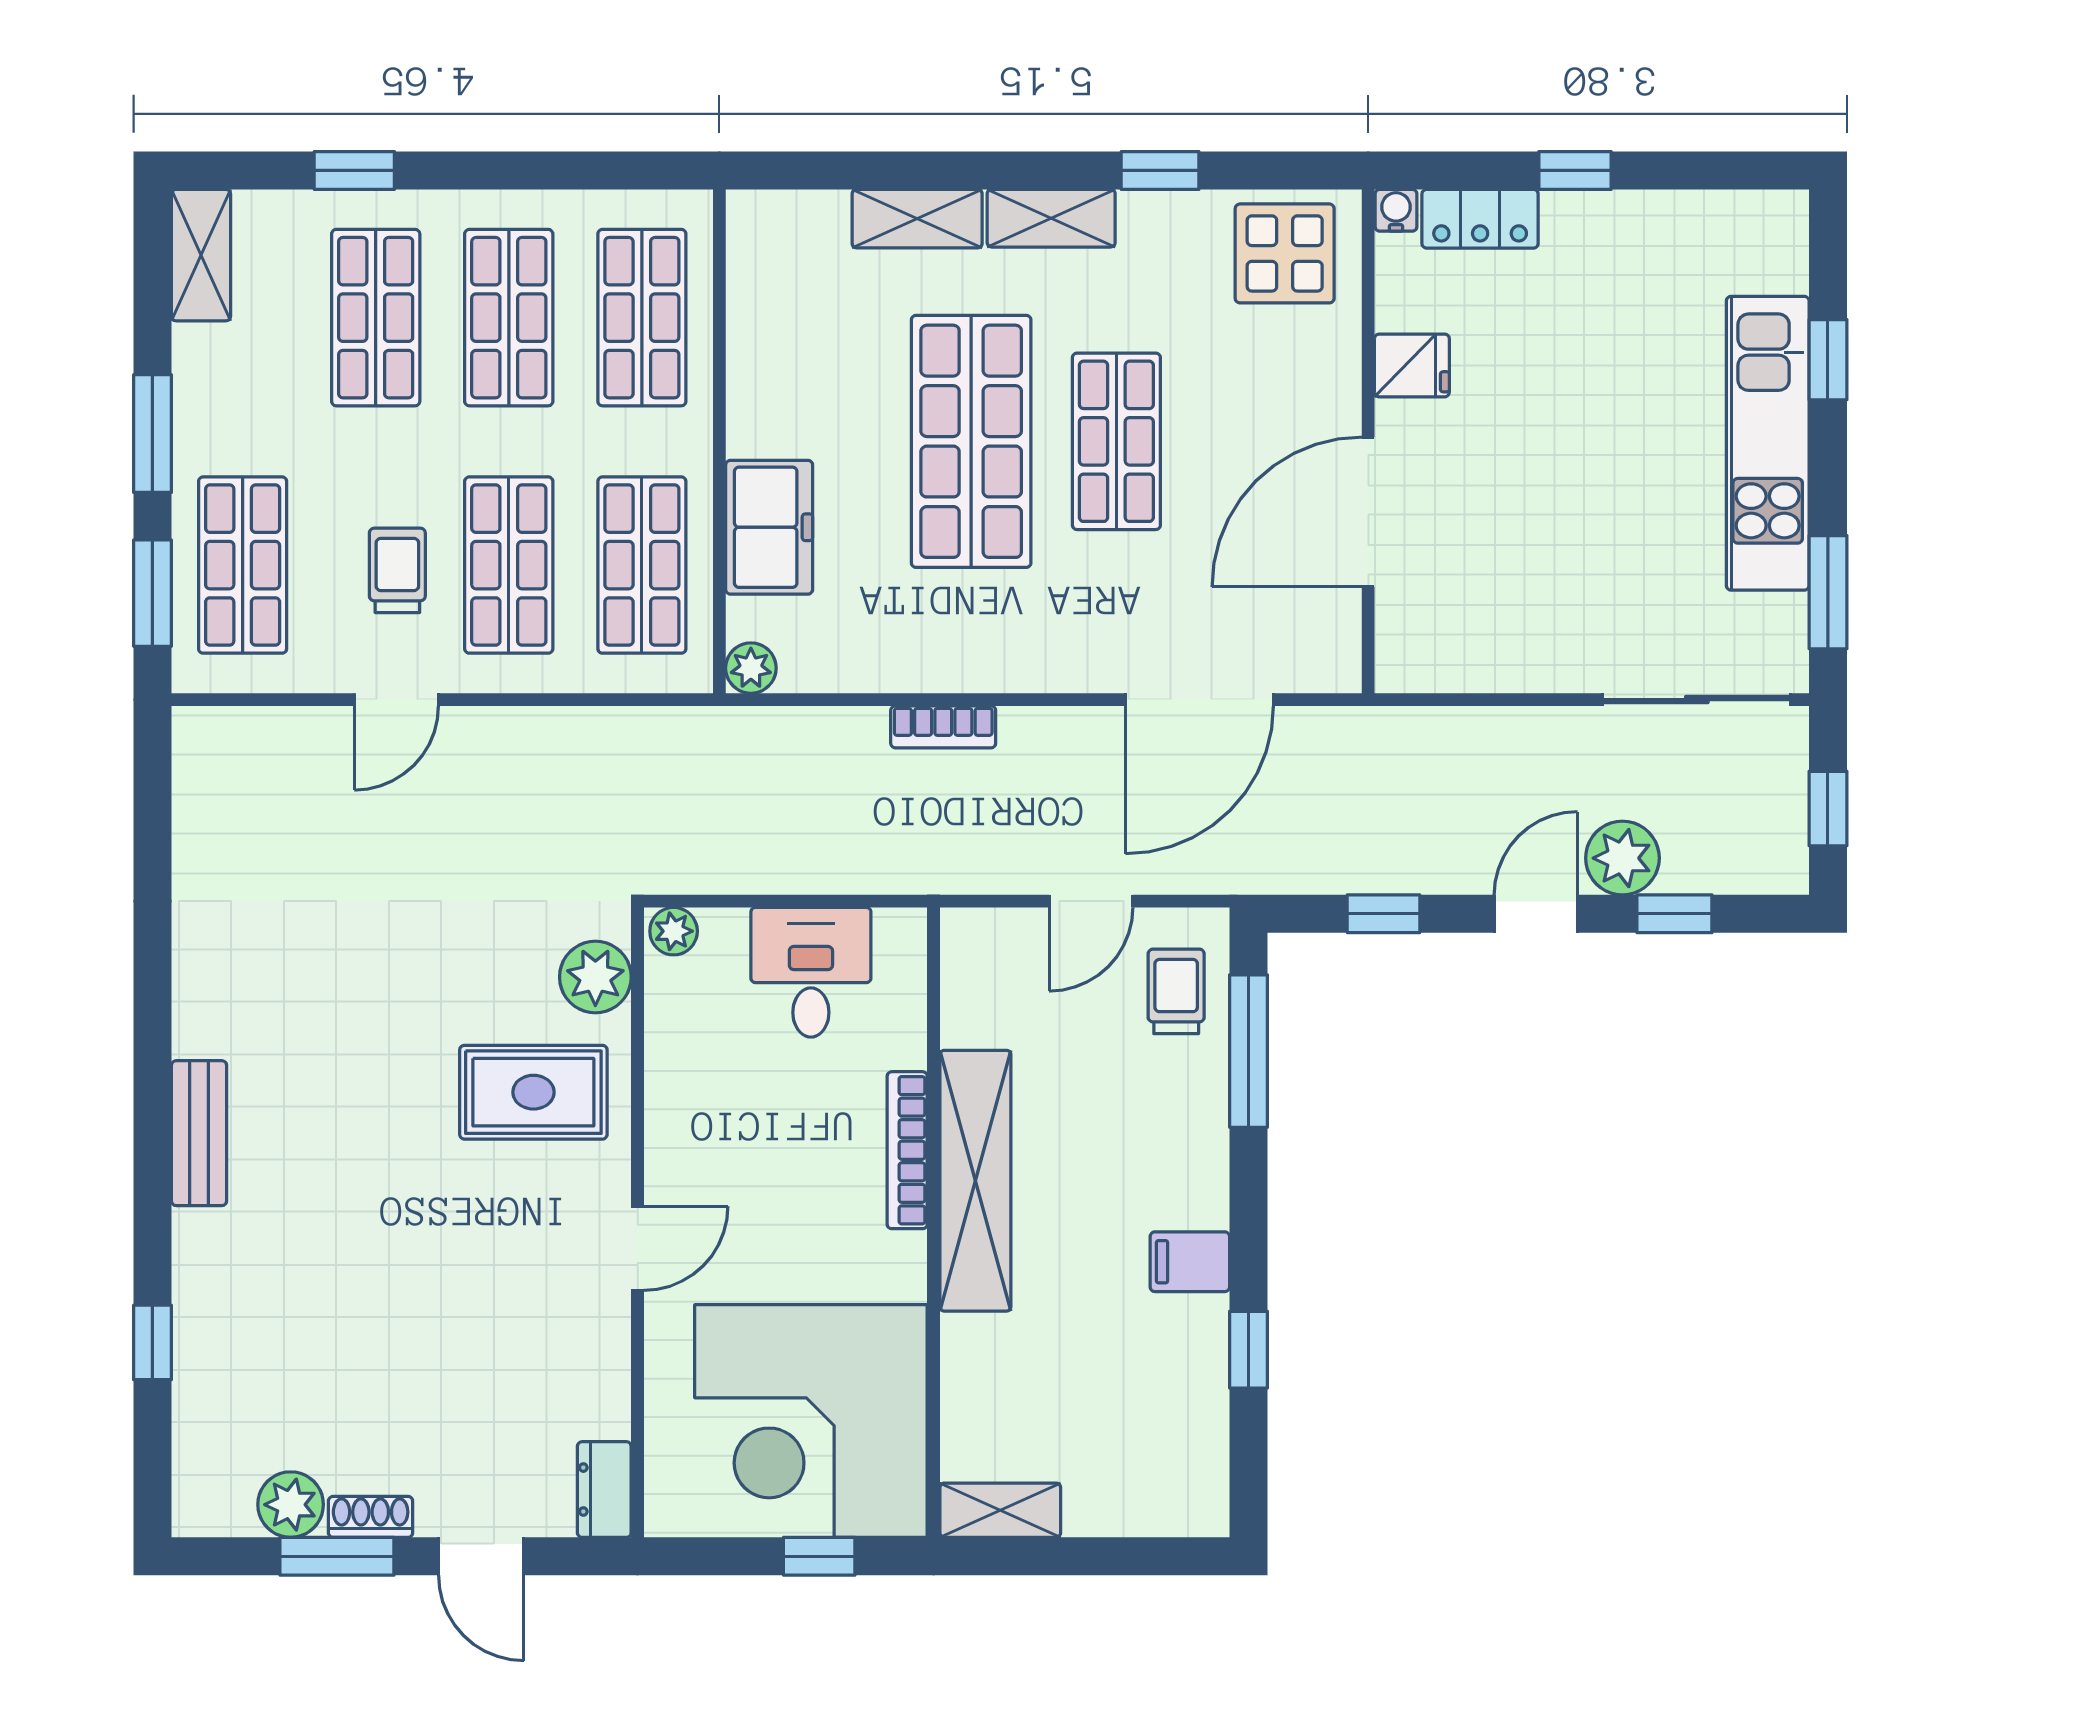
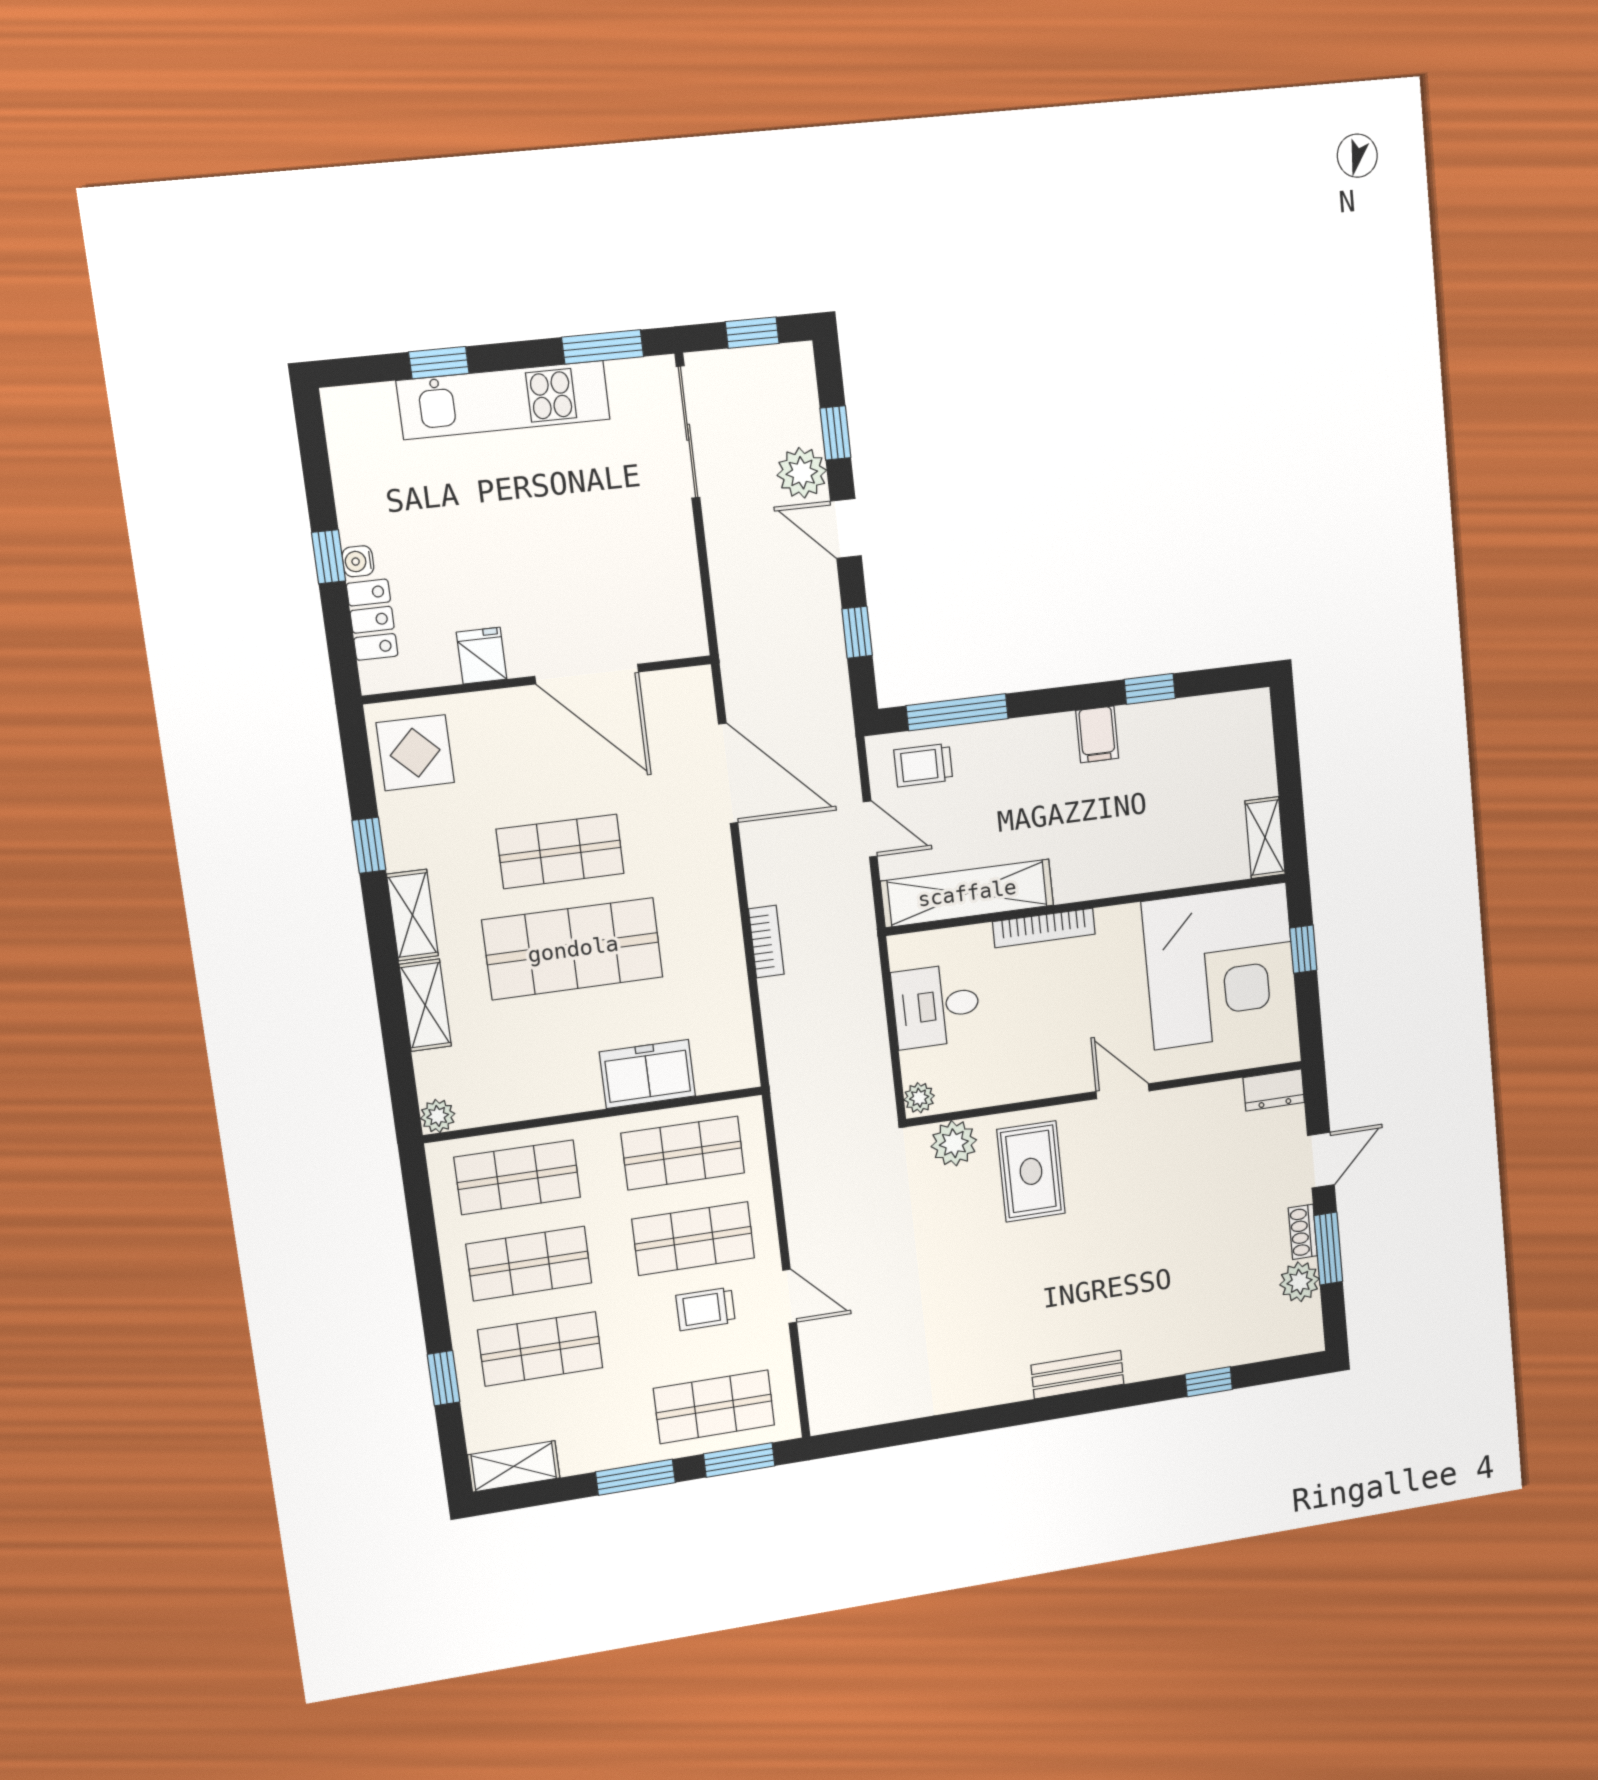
water cooler: (1396, 210) -> (358, 561), moved
plant: (751, 668) -> (438, 1116), moved
shelving: (975, 1181) -> (967, 893), moved

